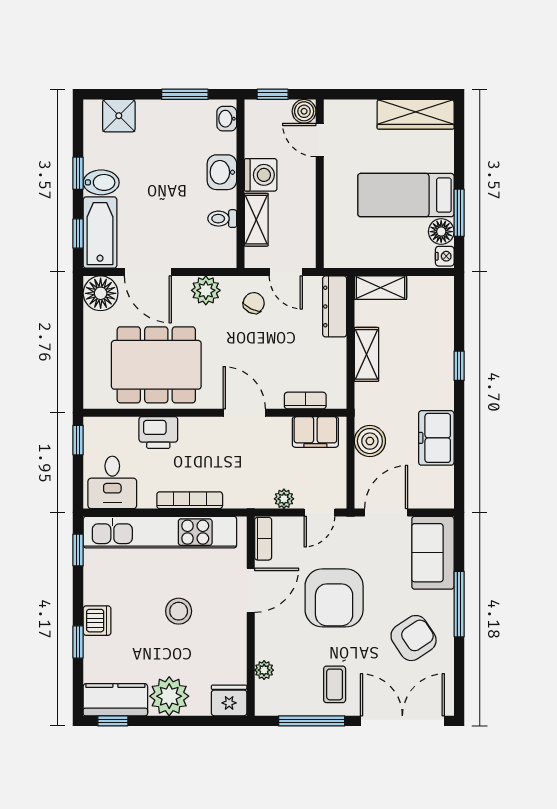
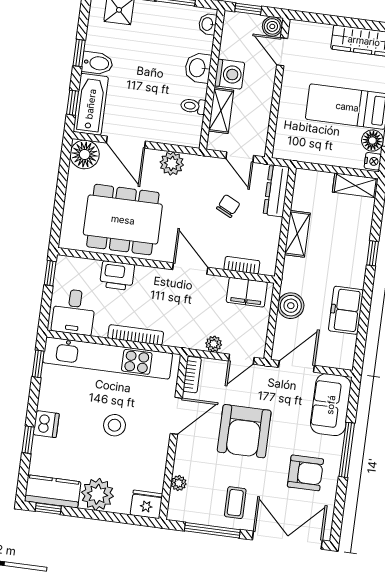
shelving: (380, 288) -> (355, 185), moved
chair: (254, 303) -> (228, 206), moved
armchair: (414, 638) -> (305, 473), turned 34

